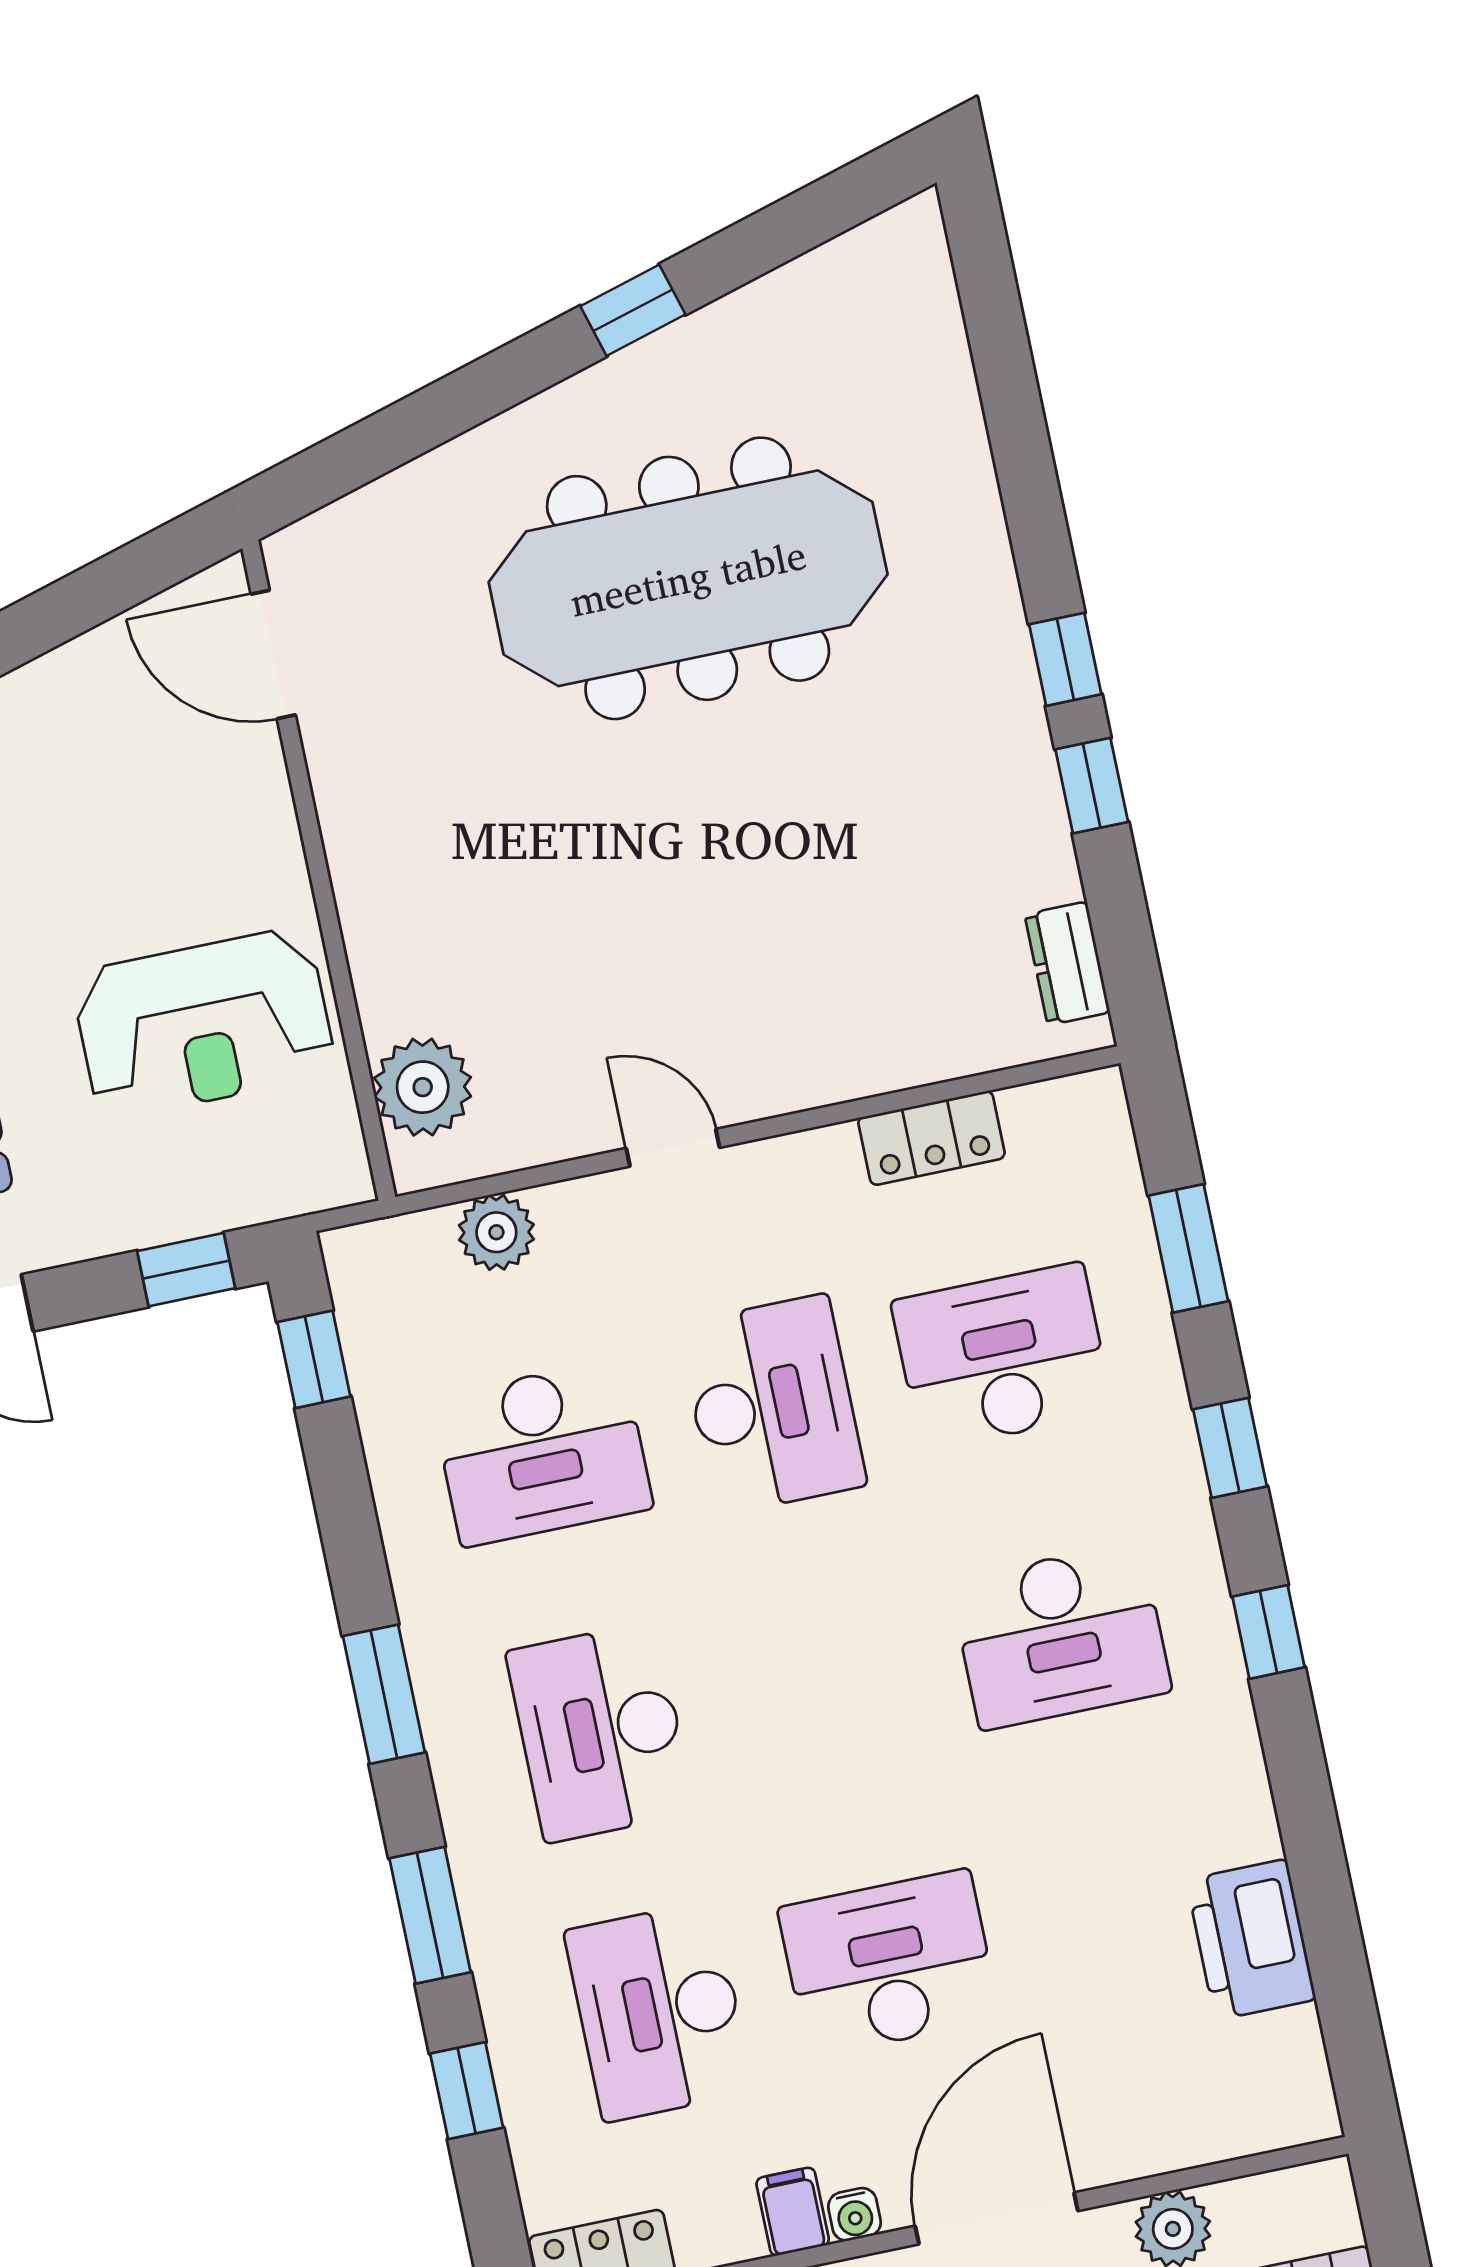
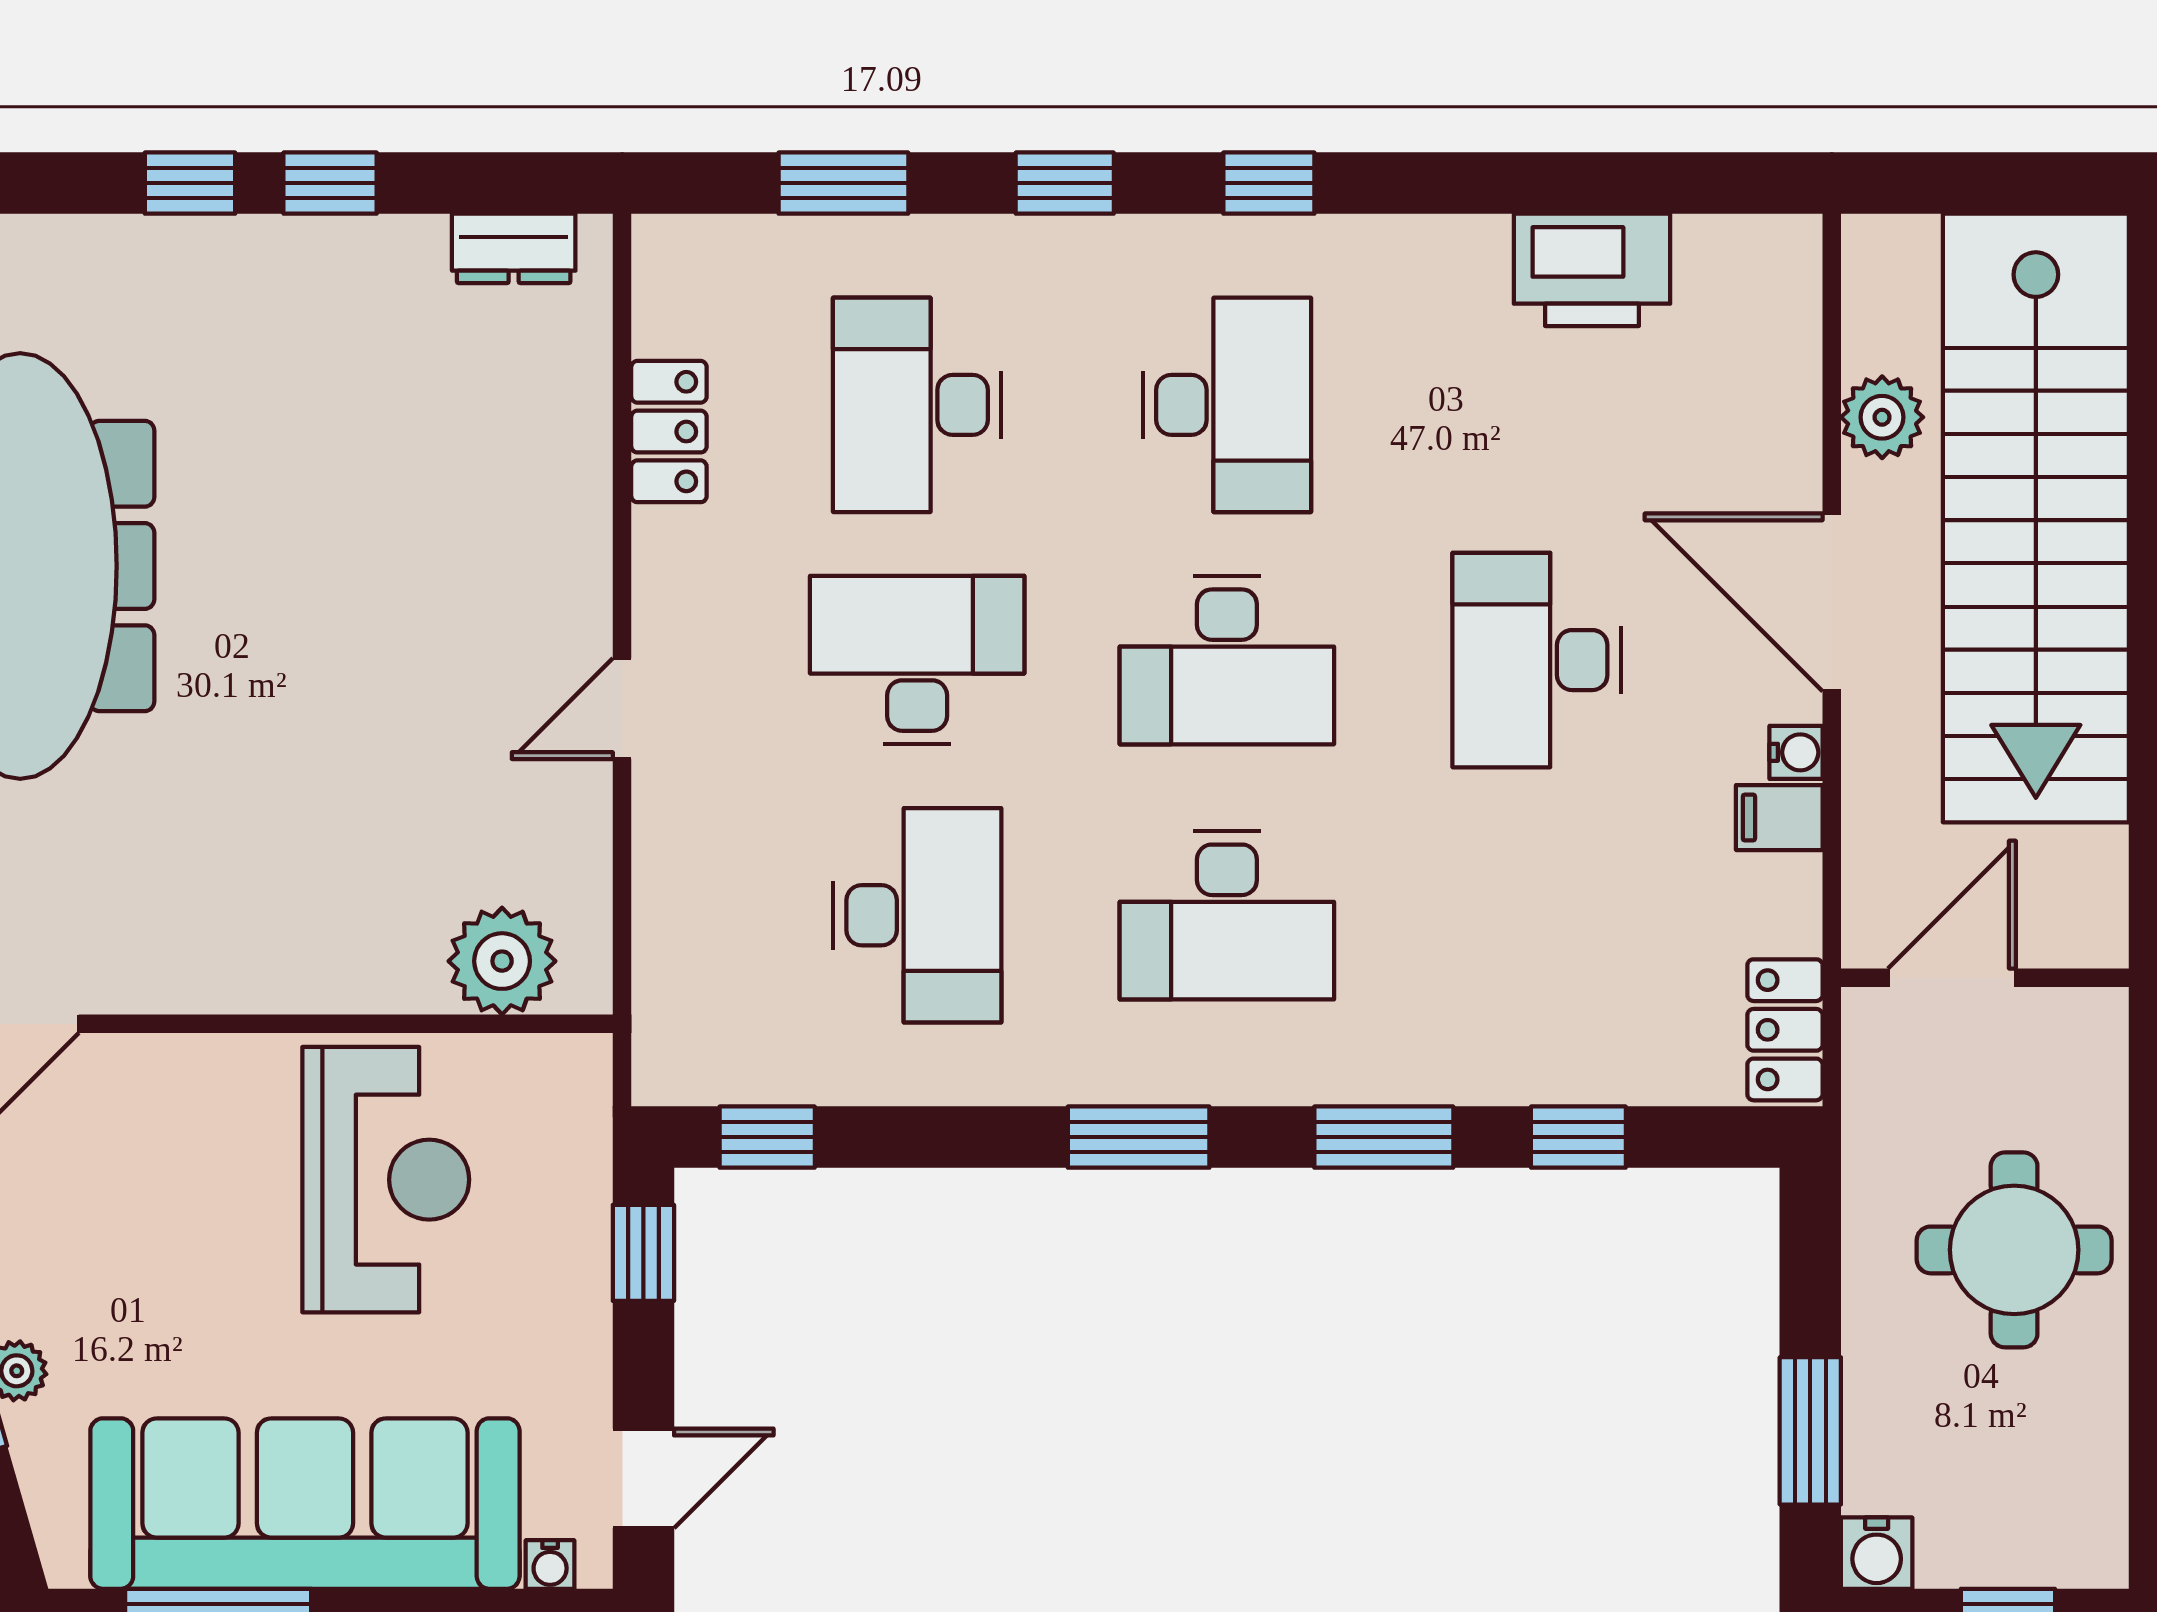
plant: (496, 1232) -> (673, 915), removed
desk: (659, 2011) -> (1227, 660), moved

